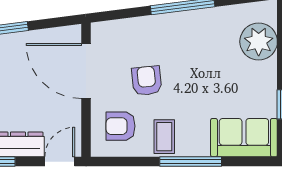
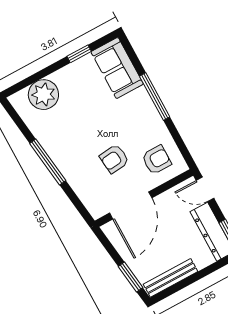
armchair: (121, 126) -> (157, 160), turned -90
coffee table: (164, 137) -> (147, 125), removed

